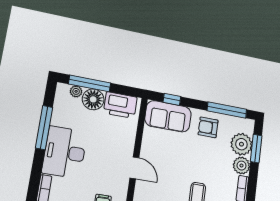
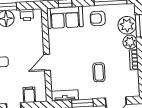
printer: (120, 105) -> (27, 15), width x0.53, depth x0.68
door: (134, 168) -> (47, 62), swing flipped

